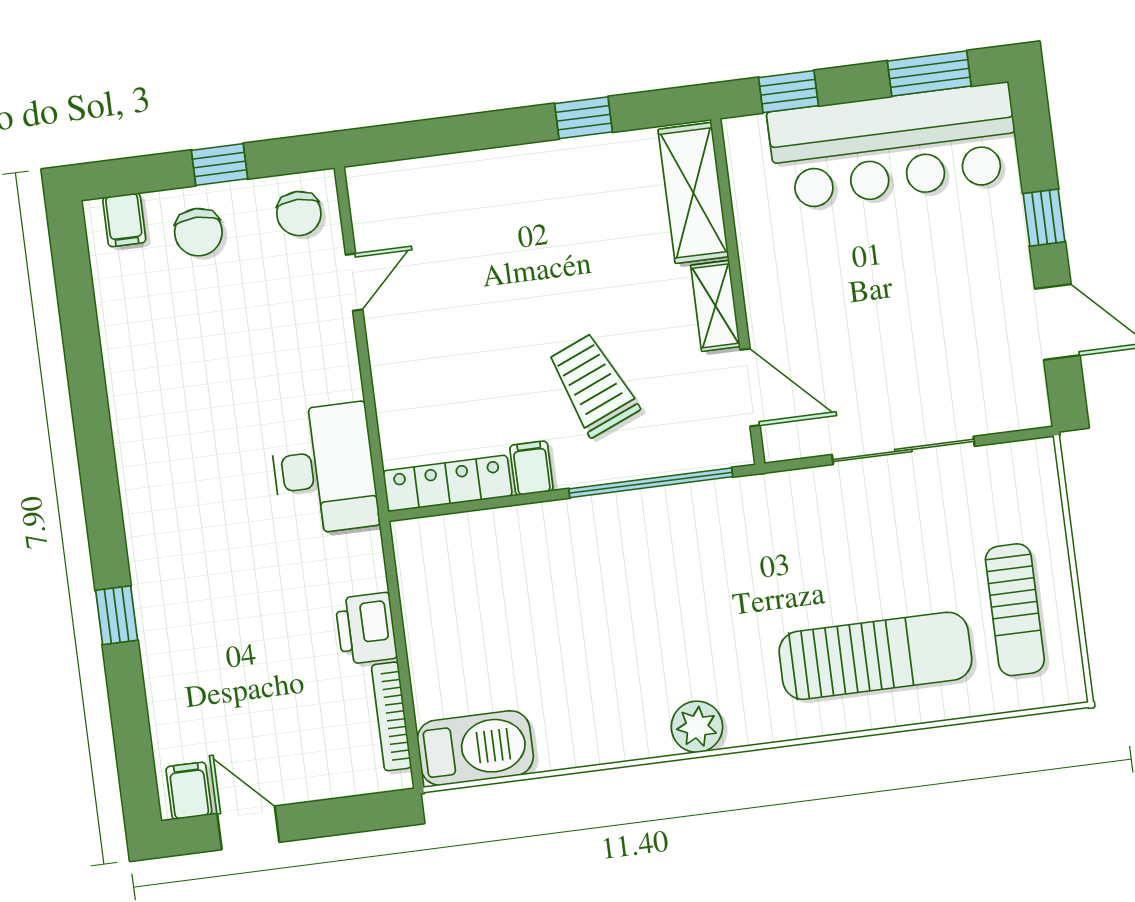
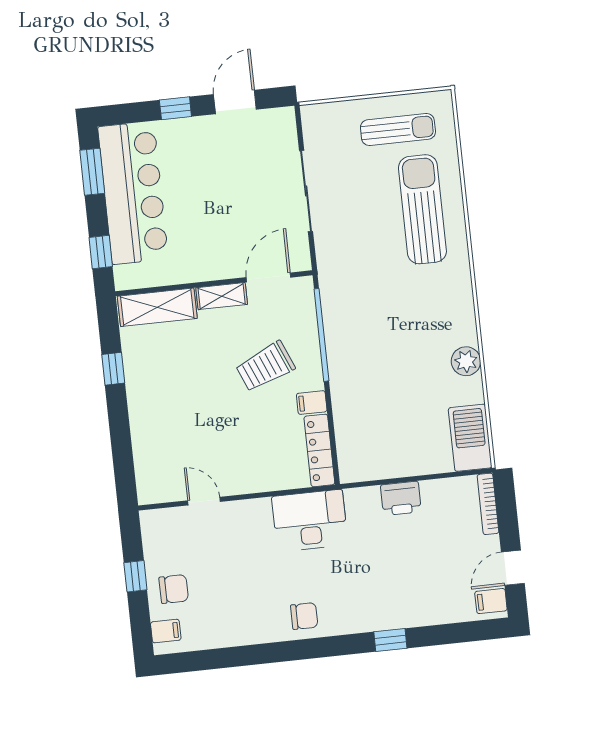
chair: (299, 213) -> (304, 616), moved
bookcase: (391, 716) -> (488, 504), moved, turned 90
plant: (697, 727) -> (466, 361), moved

